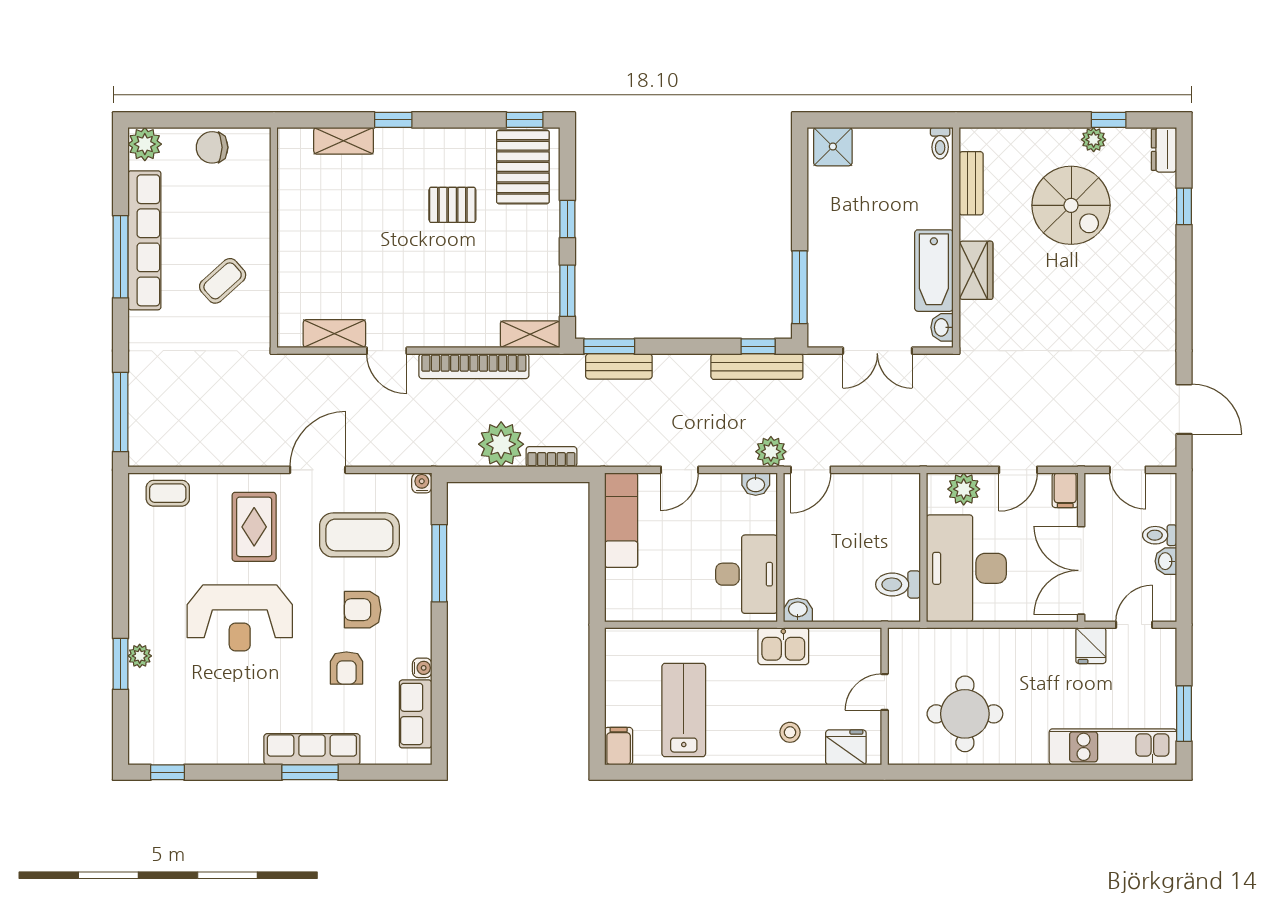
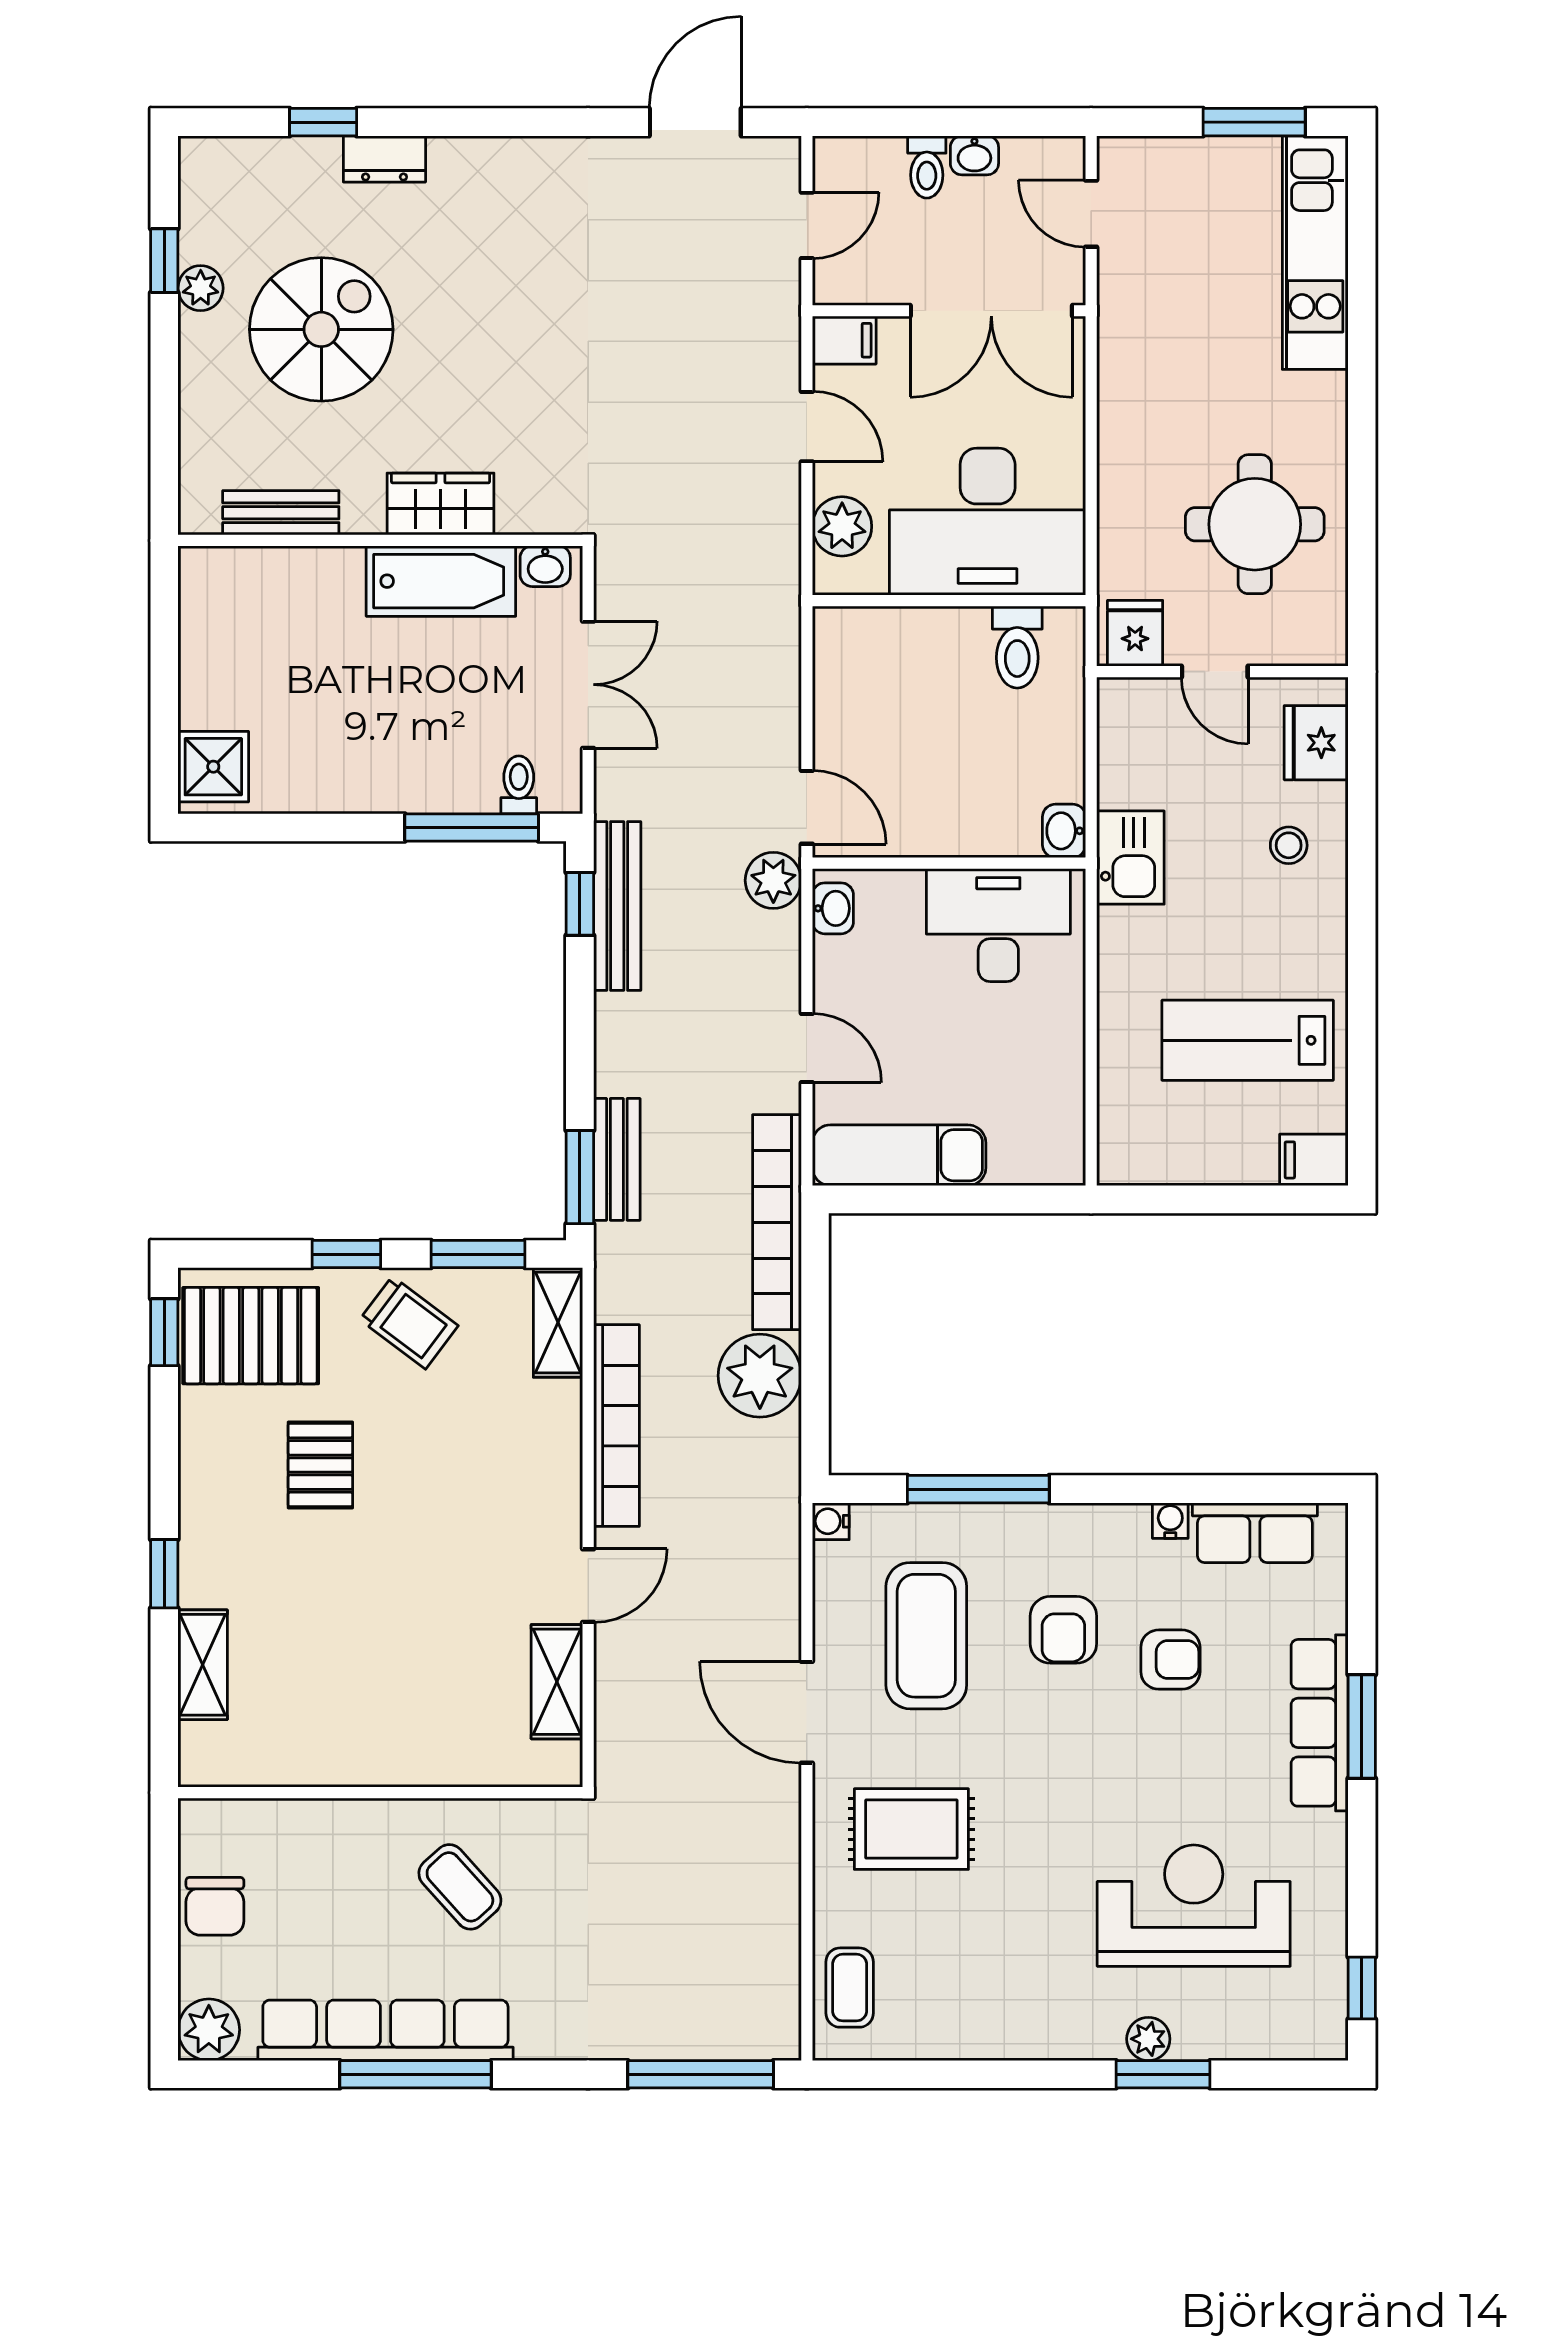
toilet: (940, 143) -> (519, 785), moved, turned -90
dresser: (1164, 150) -> (384, 159), moved
trolley: (530, 253) -> (409, 1323), added
bookcase: (551, 457) -> (777, 1222), width x2.31, depth x1.31
reception desk: (240, 618) -> (1194, 1906), moved, turned -90
fridge: (1091, 646) -> (1135, 633), moved, turned -90

